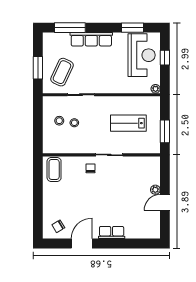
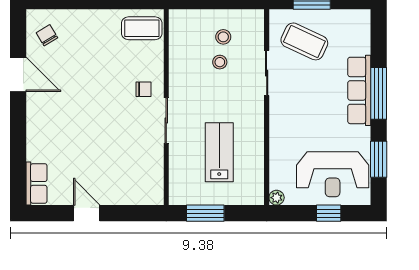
window: (70, 28) -> (379, 93), moved
plant: (155, 190) -> (108, 197), removed
row of seats: (112, 233) -> (36, 183), moved

